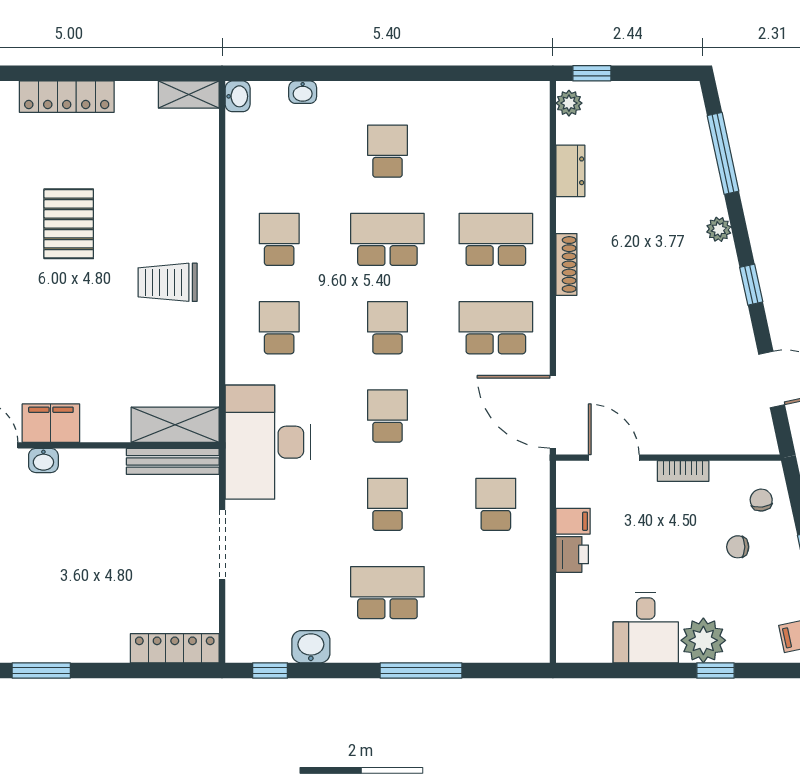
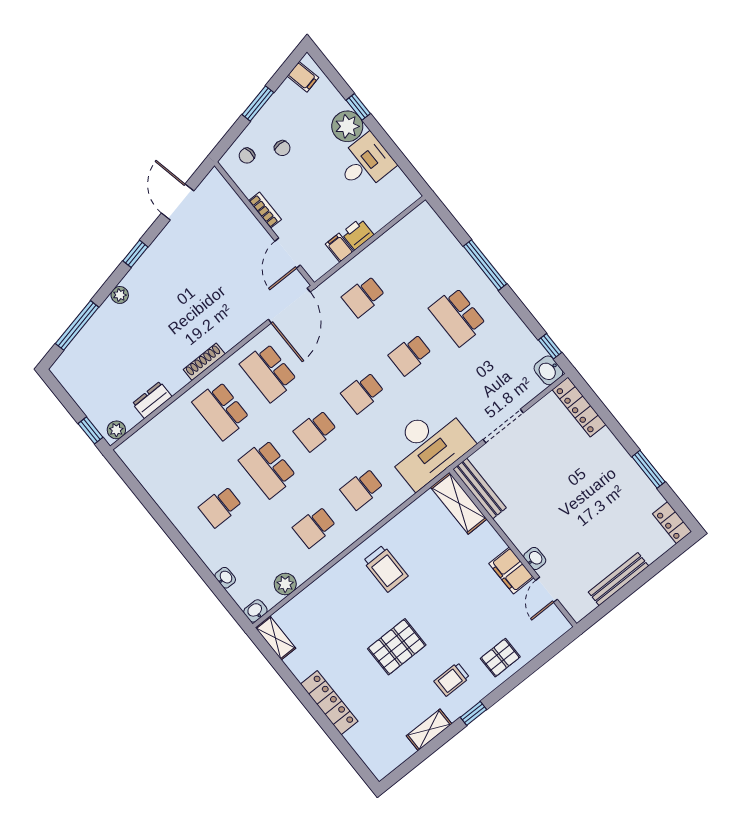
plant: (241, 155) -> (285, 584), added
washbasin: (311, 647) -> (548, 370), moved

